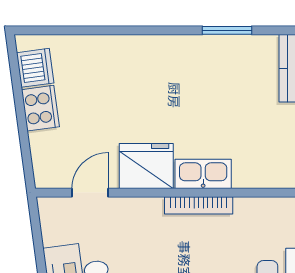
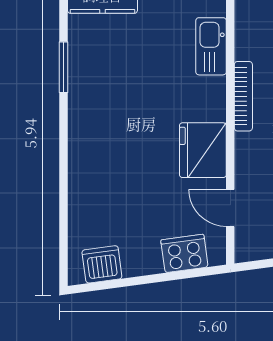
cooker: (40, 108) -> (184, 253), moved
kitchen sink: (203, 174) -> (211, 46), moved

